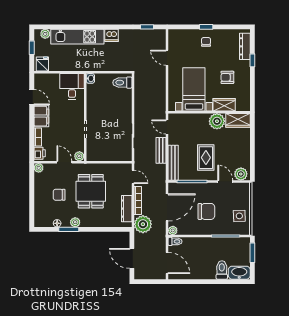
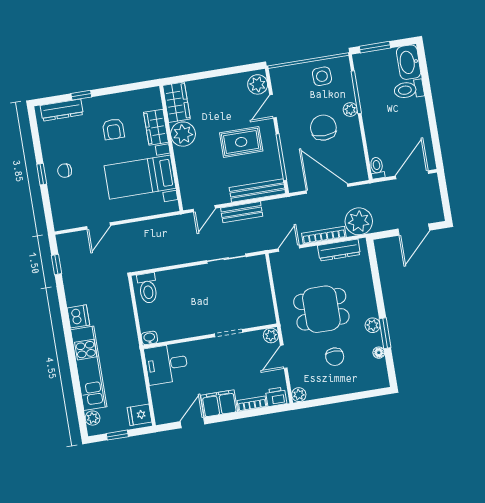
plant: (173, 230) -> (350, 110), moved

